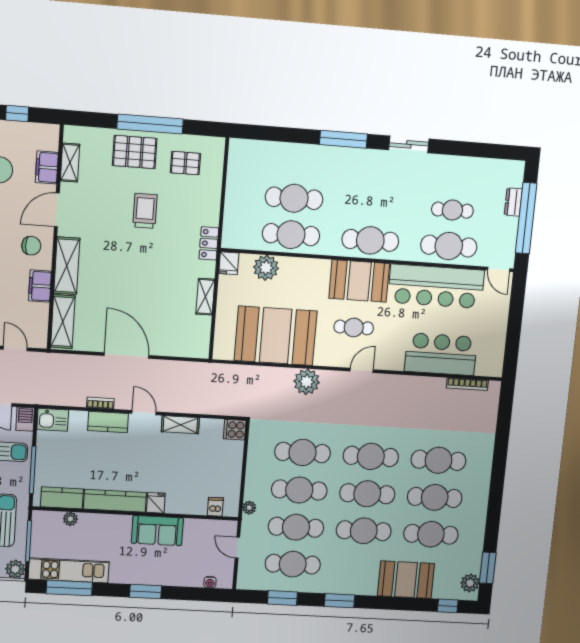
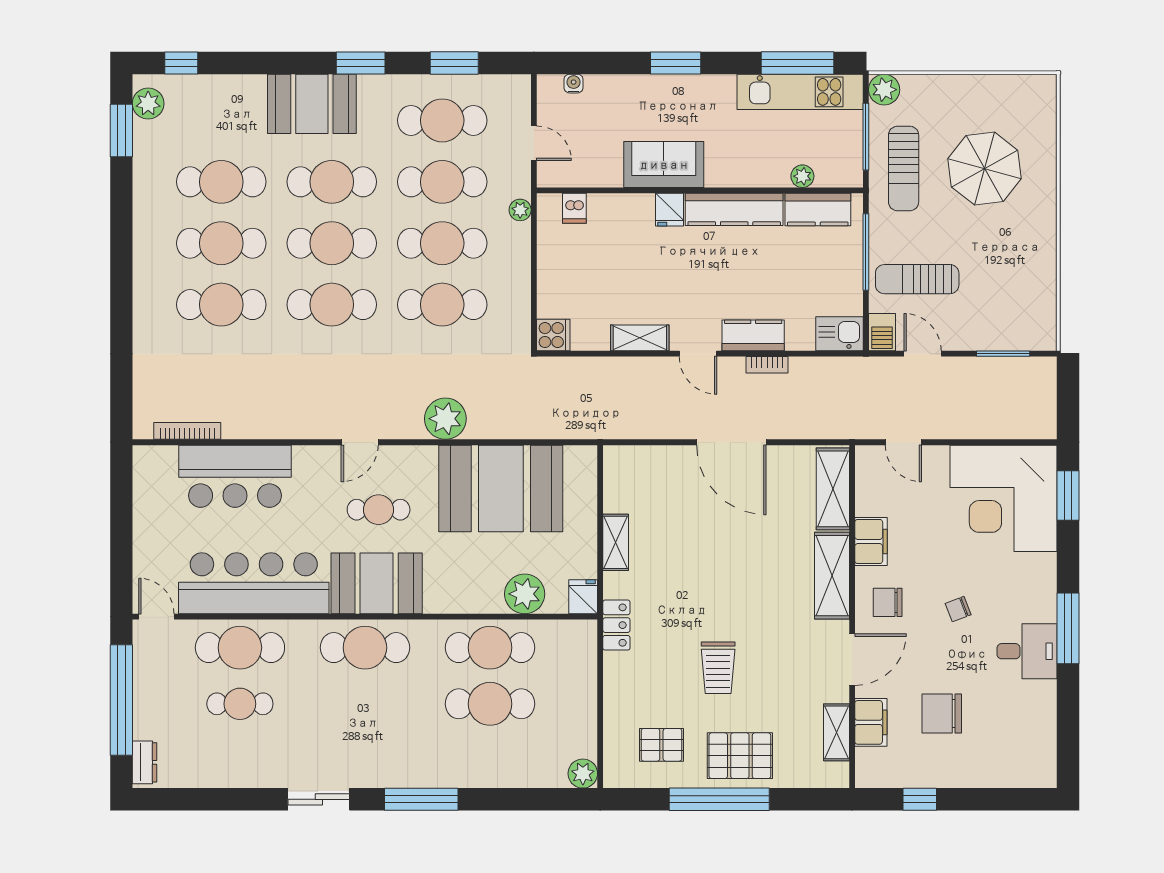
plant: (238, 148) -> (583, 774), added
dresser: (513, 202) -> (145, 762), moved
booth: (406, 580) -> (312, 104), moved

